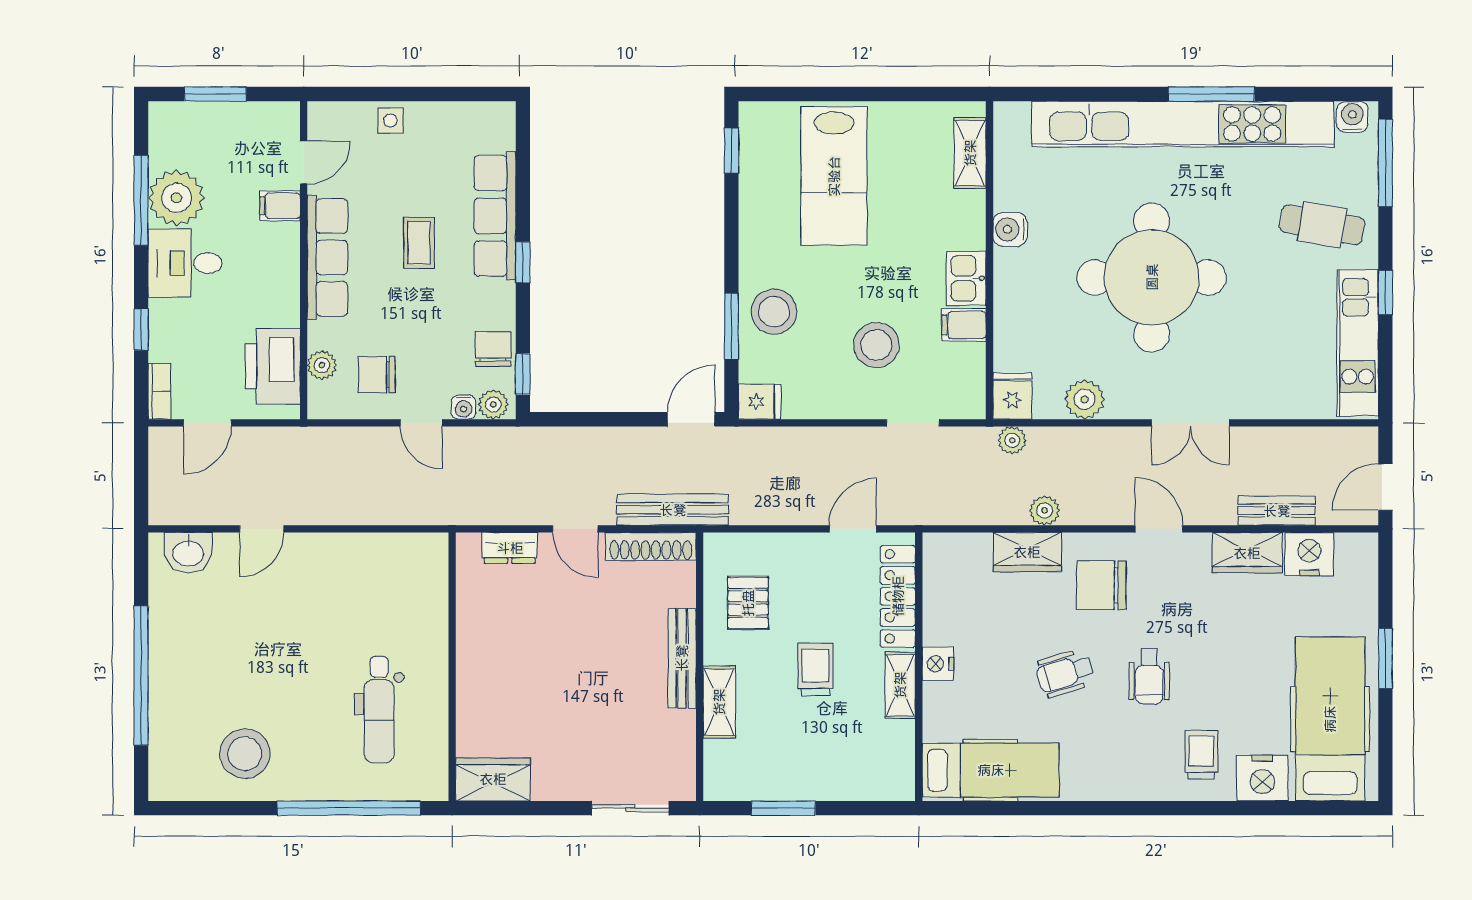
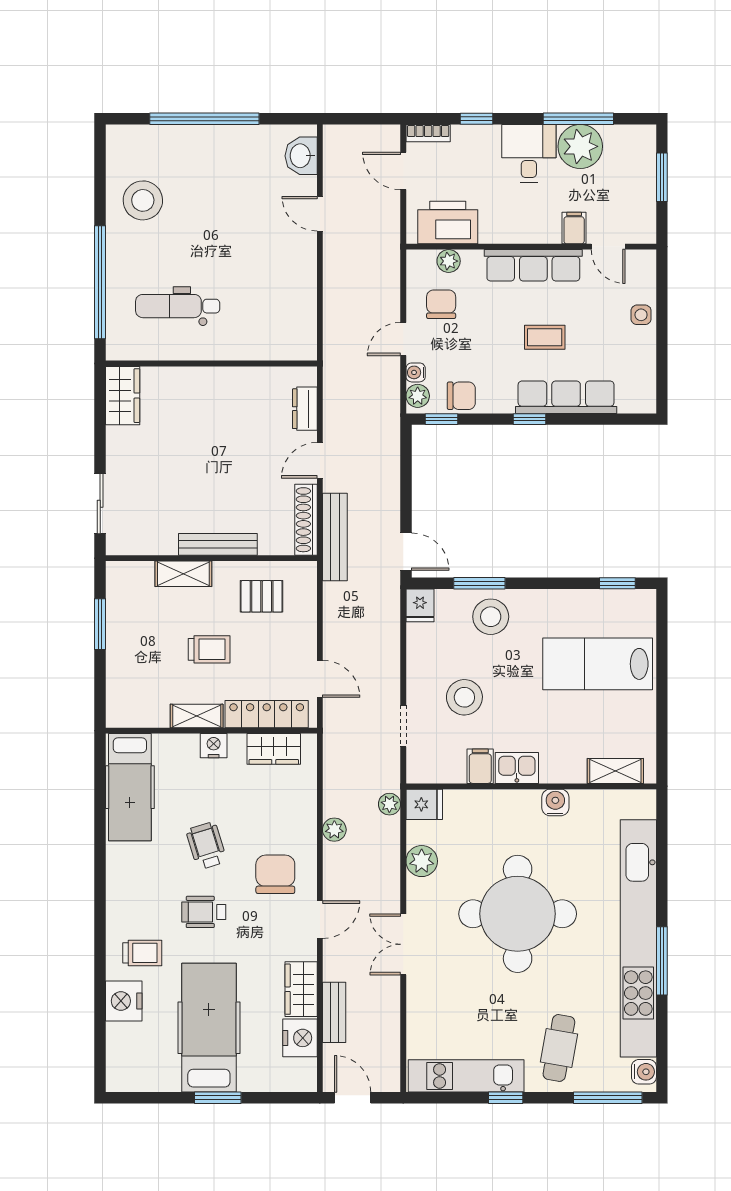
wardrobe: (1027, 552) -> (274, 749), moved, turned -90
hospital bed: (1330, 719) -> (209, 1028), moved, turned -90

